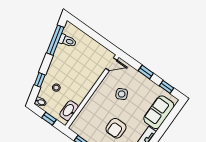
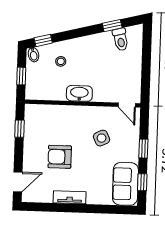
window: (55, 40) -> (112, 26), width x0.46
window: (40, 80) -> (43, 40), moved
washbasin: (69, 111) -> (79, 93), moved
sofa: (159, 112) -> (125, 184), moved, turned -90

